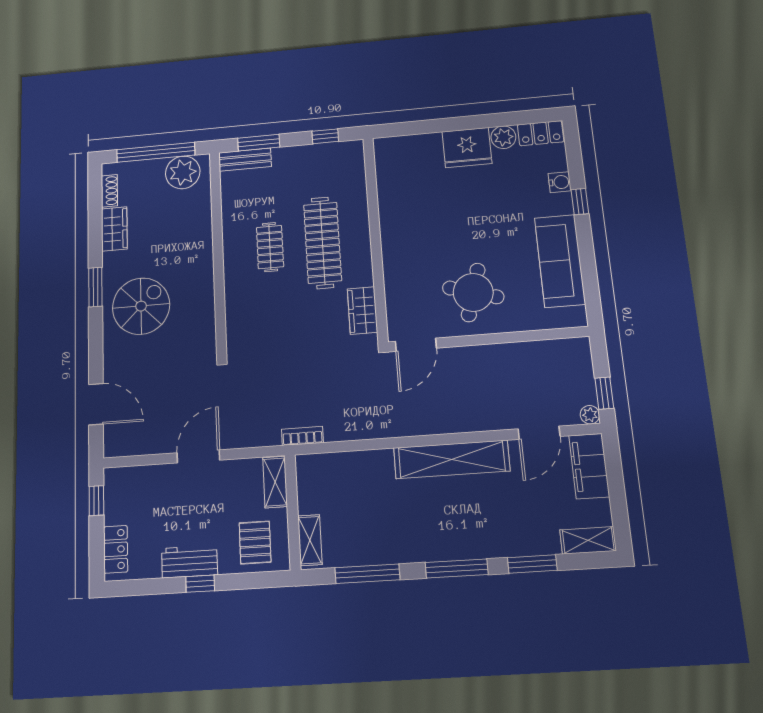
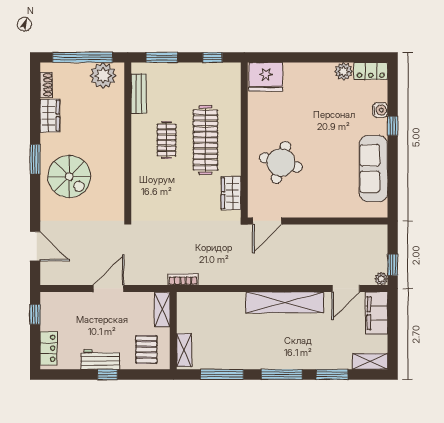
fridge: (467, 148) -> (266, 77), moved
bench: (245, 160) -> (139, 94), moved, turned 90
round table: (473, 292) -> (281, 162), moved
spiral stairs: (141, 306) -> (69, 177), turned 90

